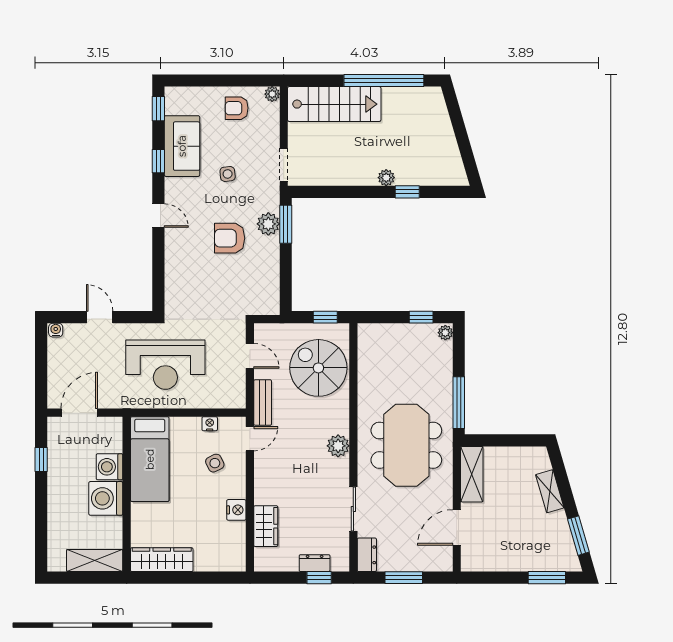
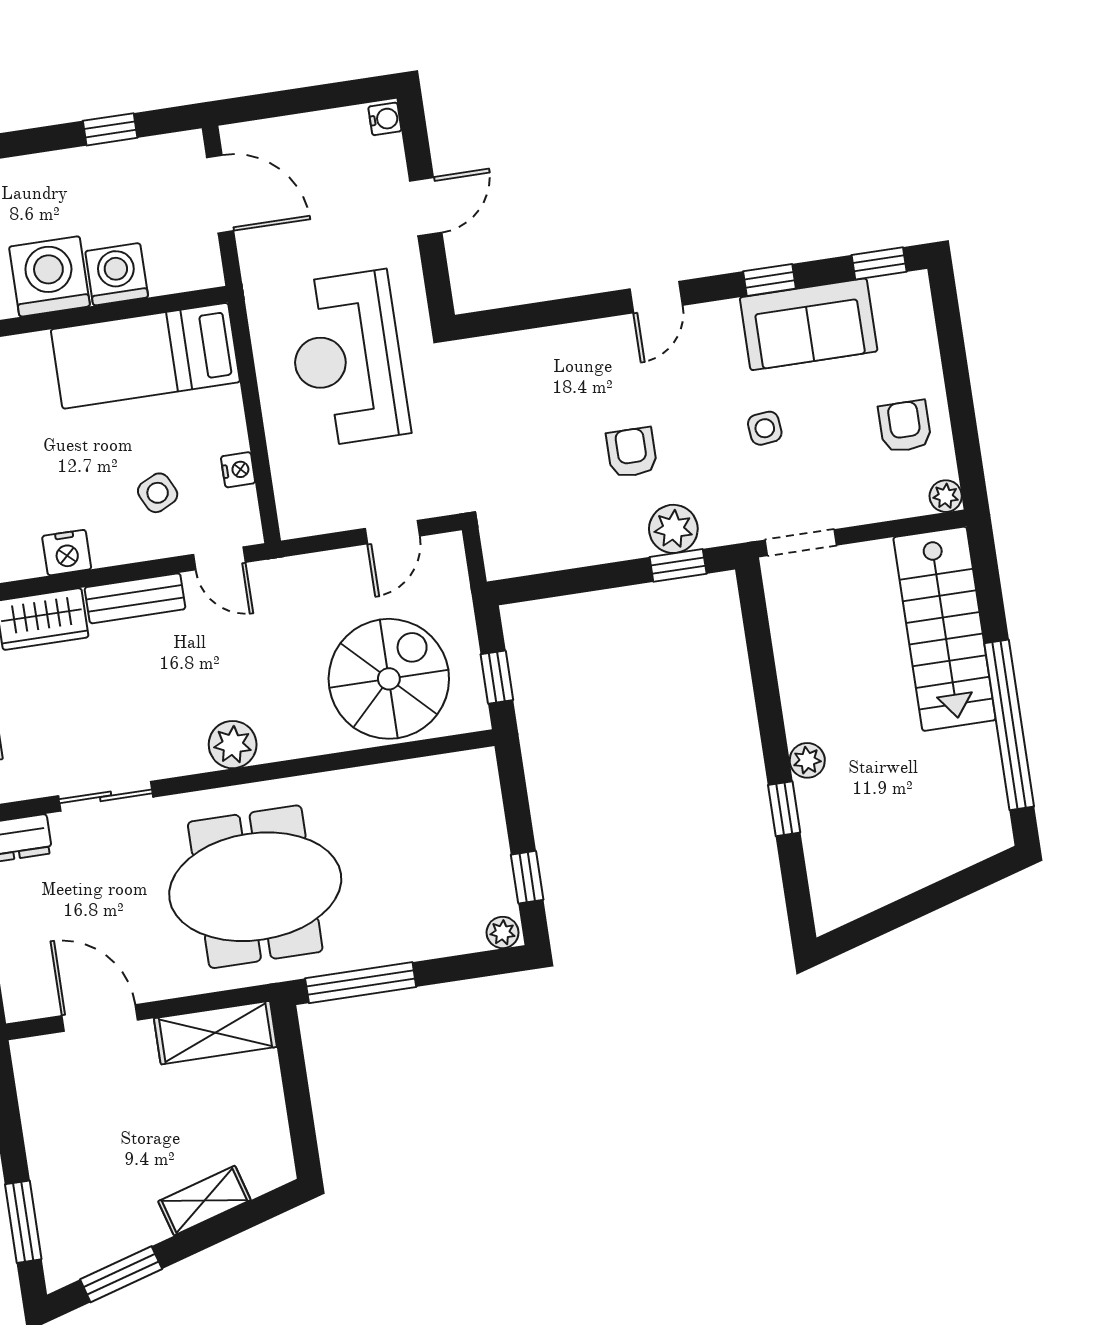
window: (286, 224) -> (678, 565), width x0.67
armchair: (230, 238) -> (632, 452), width x0.72, depth x0.72
bench: (263, 403) -> (135, 598), moved

